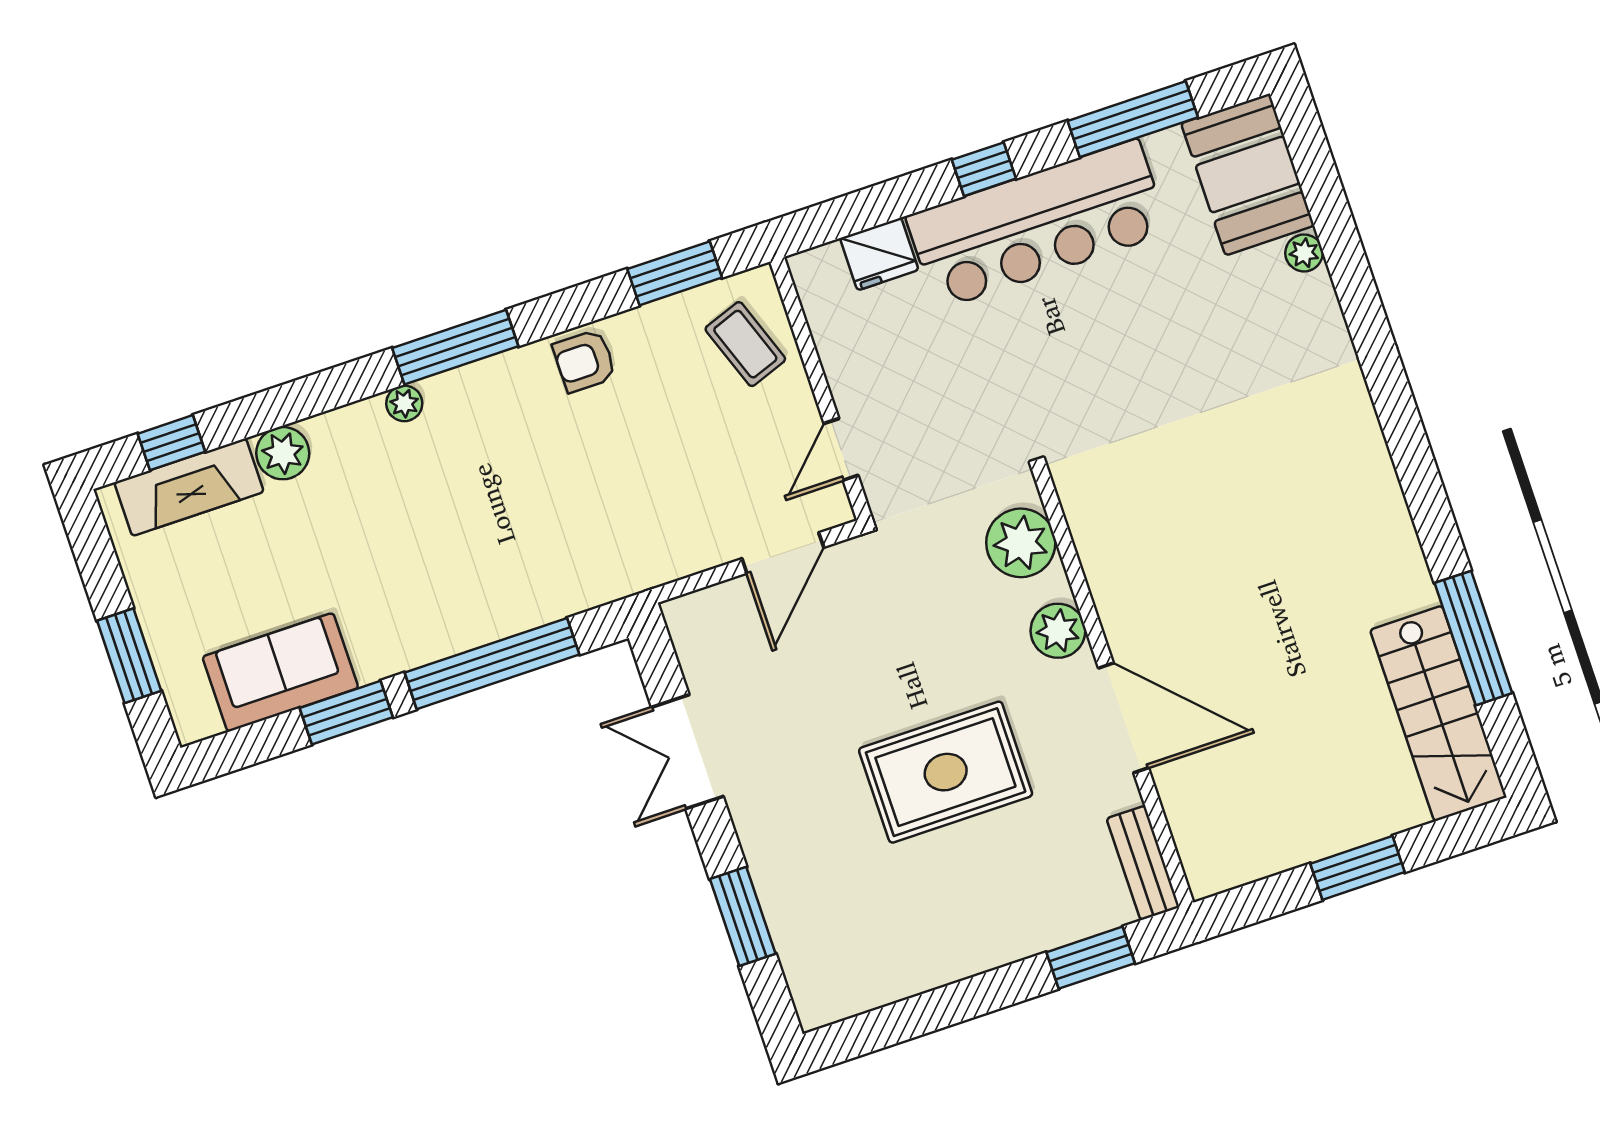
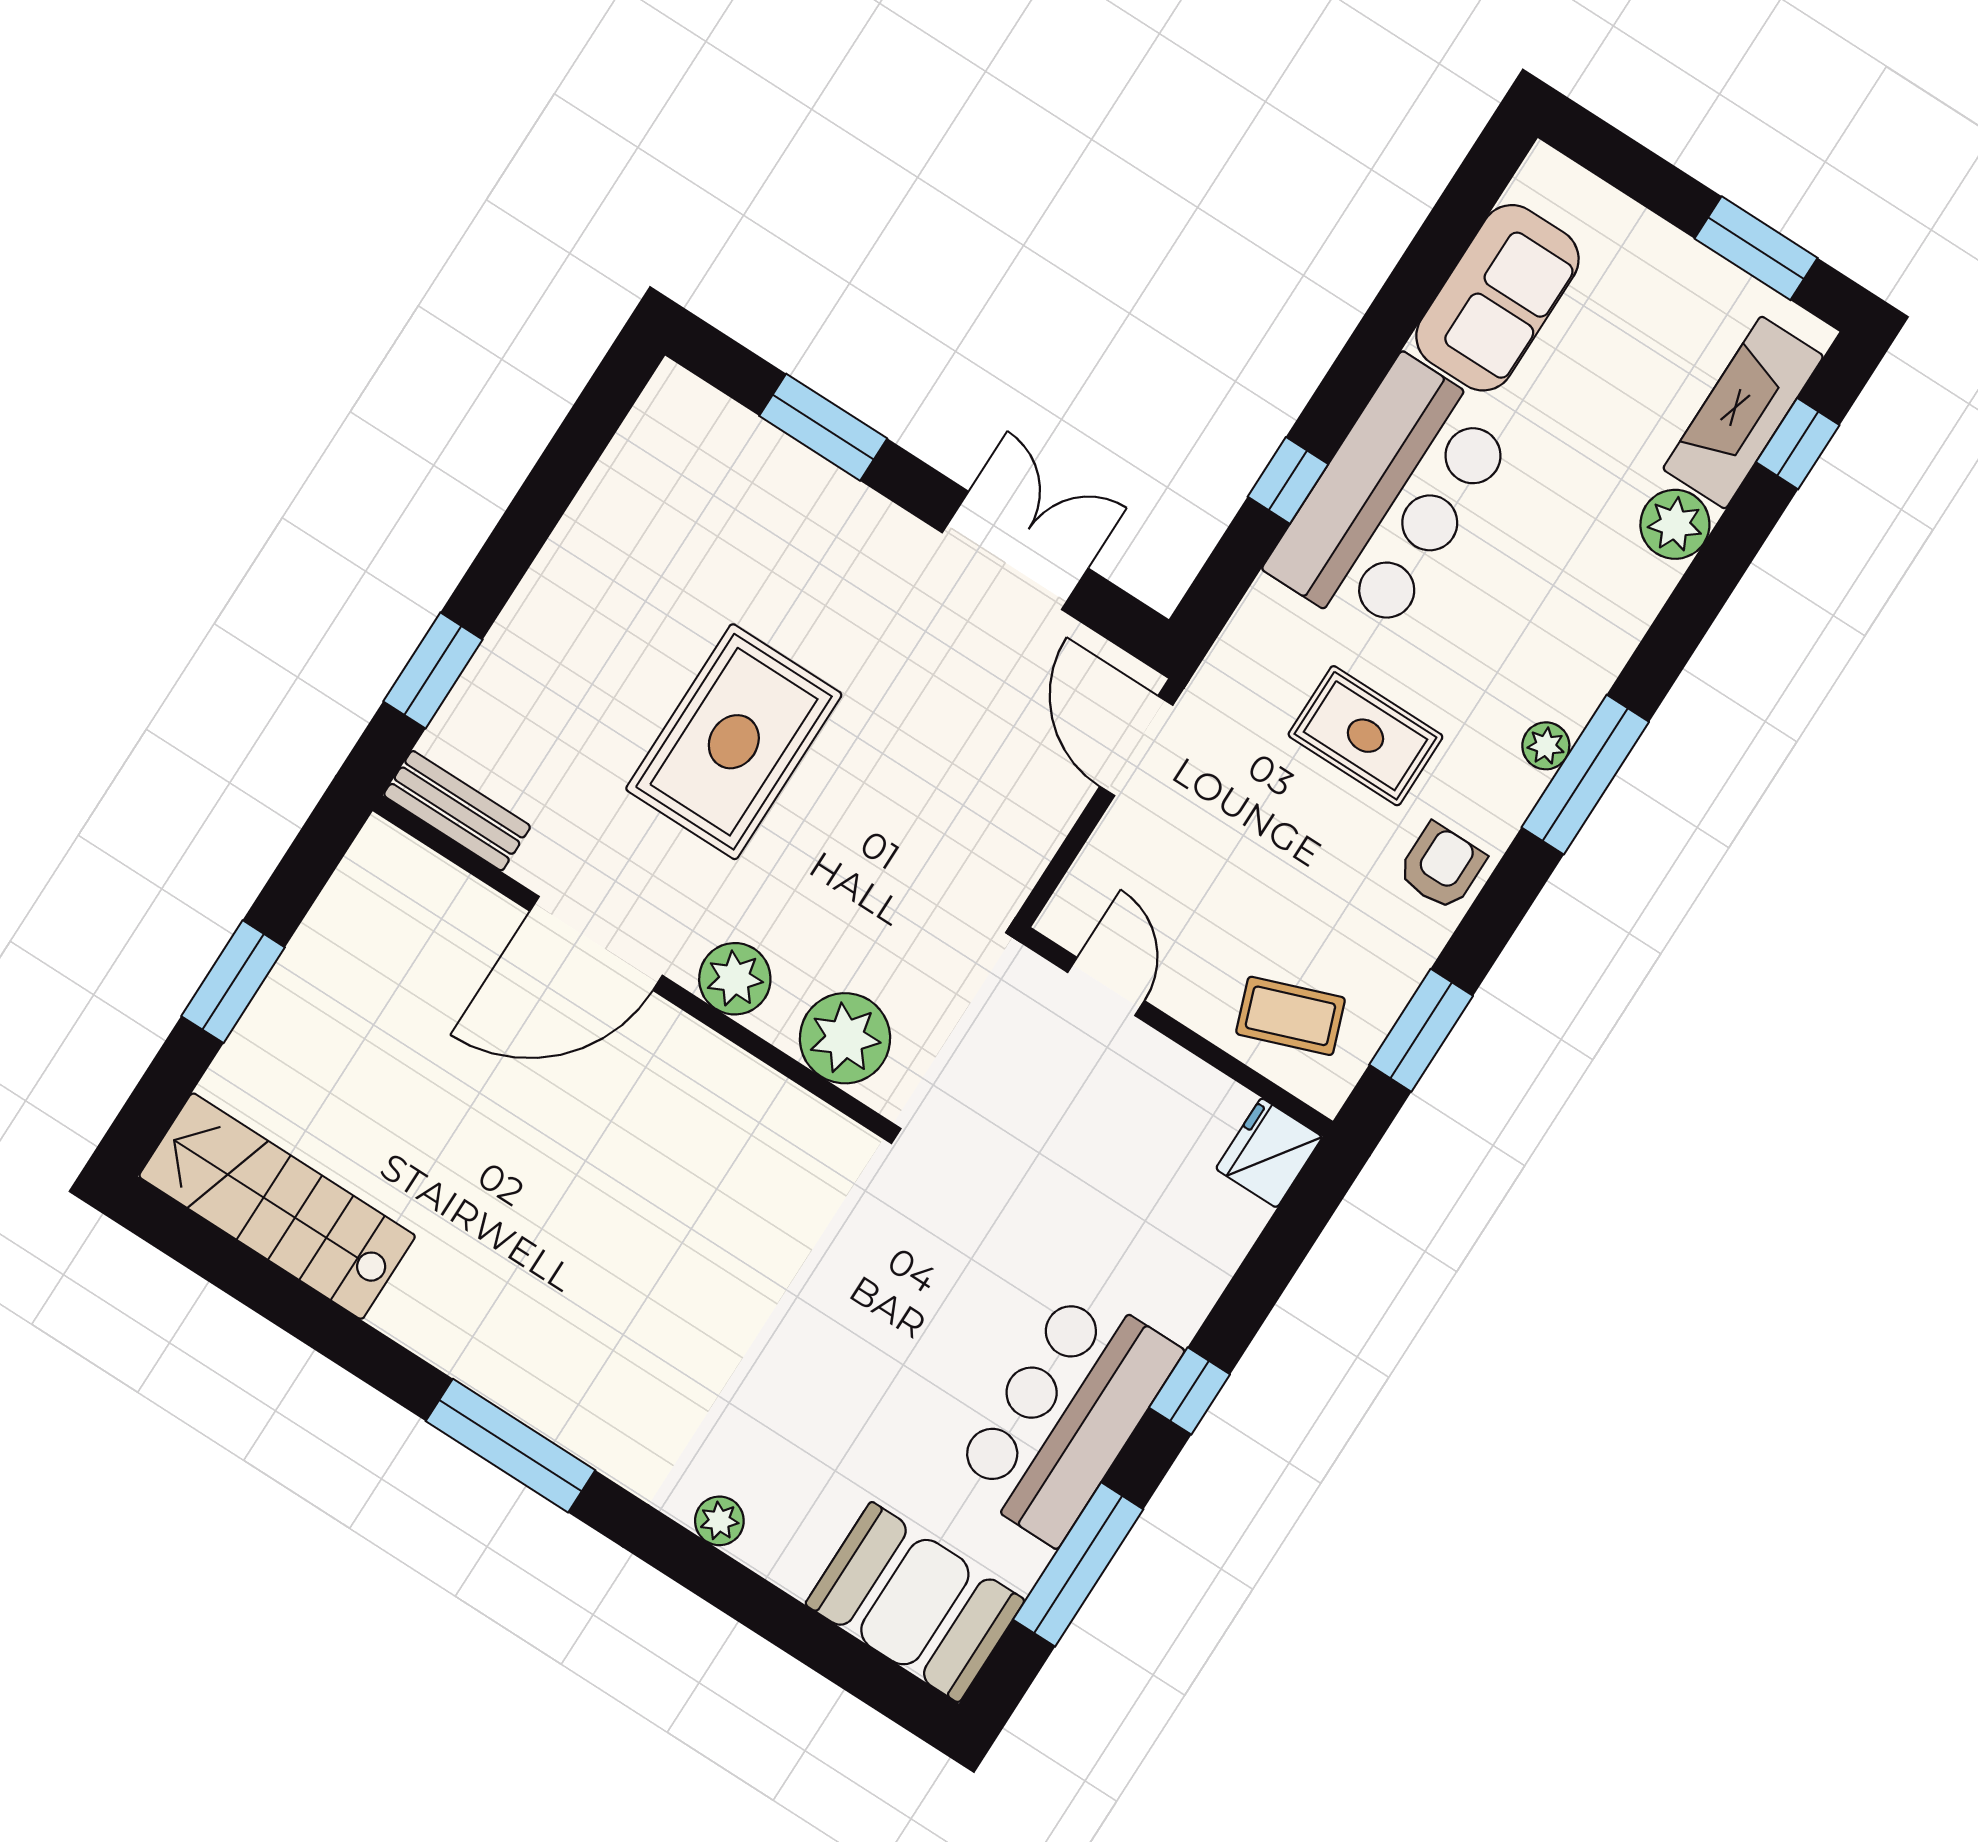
bar counter: (1038, 224) -> (1066, 1415), width x0.73
plant: (1304, 253) -> (719, 1521), moved
fridge: (879, 254) -> (1269, 1153), moved
plant: (404, 403) -> (1546, 746), moved
rug: (567, 475) -> (1365, 736), added
door: (783, 553) -> (1136, 746), moved
bar counter: (439, 603) -> (1392, 499), added
window: (1473, 638) -> (511, 1446), moved
window: (129, 656) -> (1756, 248), moved
window: (492, 664) -> (1288, 480), width x0.32
window: (346, 713) -> (1397, 311), removed

